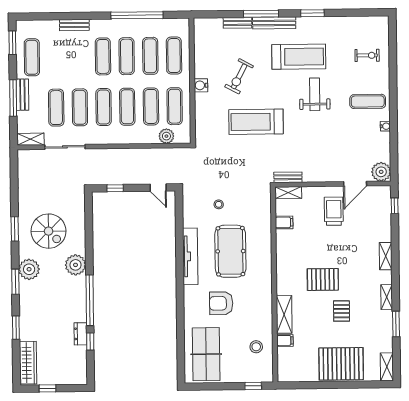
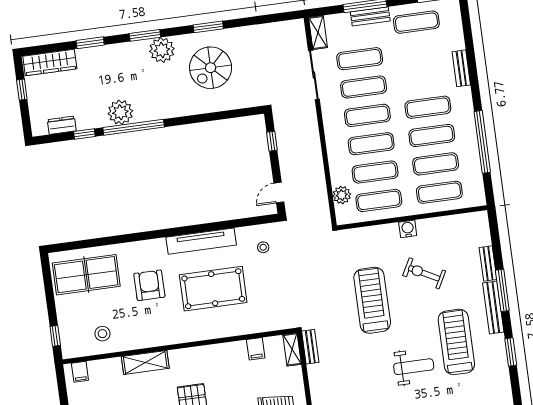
treadmill: (299, 57) -> (456, 342), turned 180
stool: (219, 204) -> (263, 247), moved
plant: (76, 265) -> (120, 112), moved
dresser: (80, 334) -> (62, 125), moved
filing cabinet: (285, 340) -> (80, 372), moved

